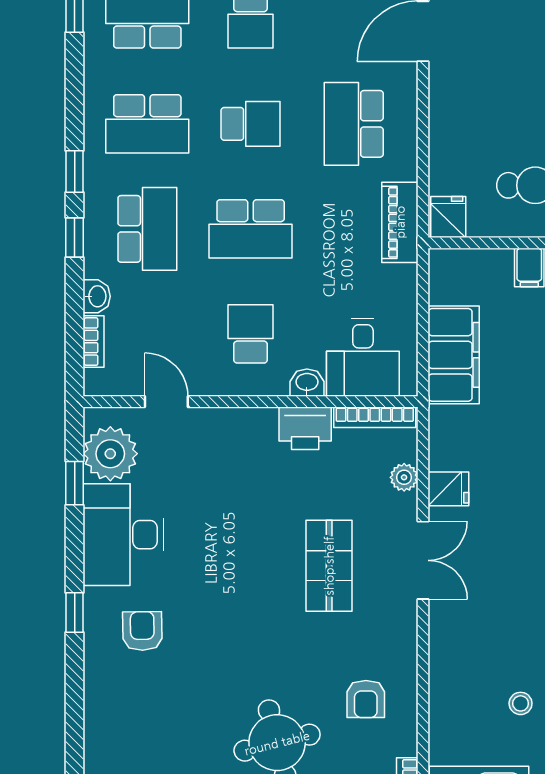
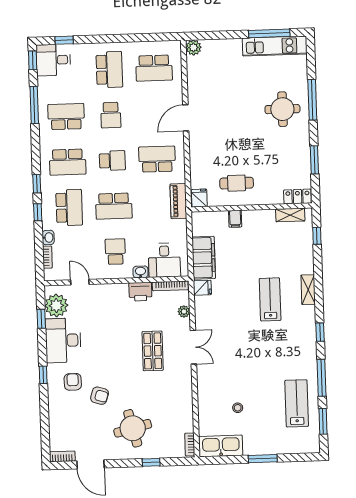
school desk: (354, 124) -> (157, 159), turned 90
fridge: (448, 489) -> (202, 288), moved
armchair: (366, 699) -> (100, 396), moved, turned -73

